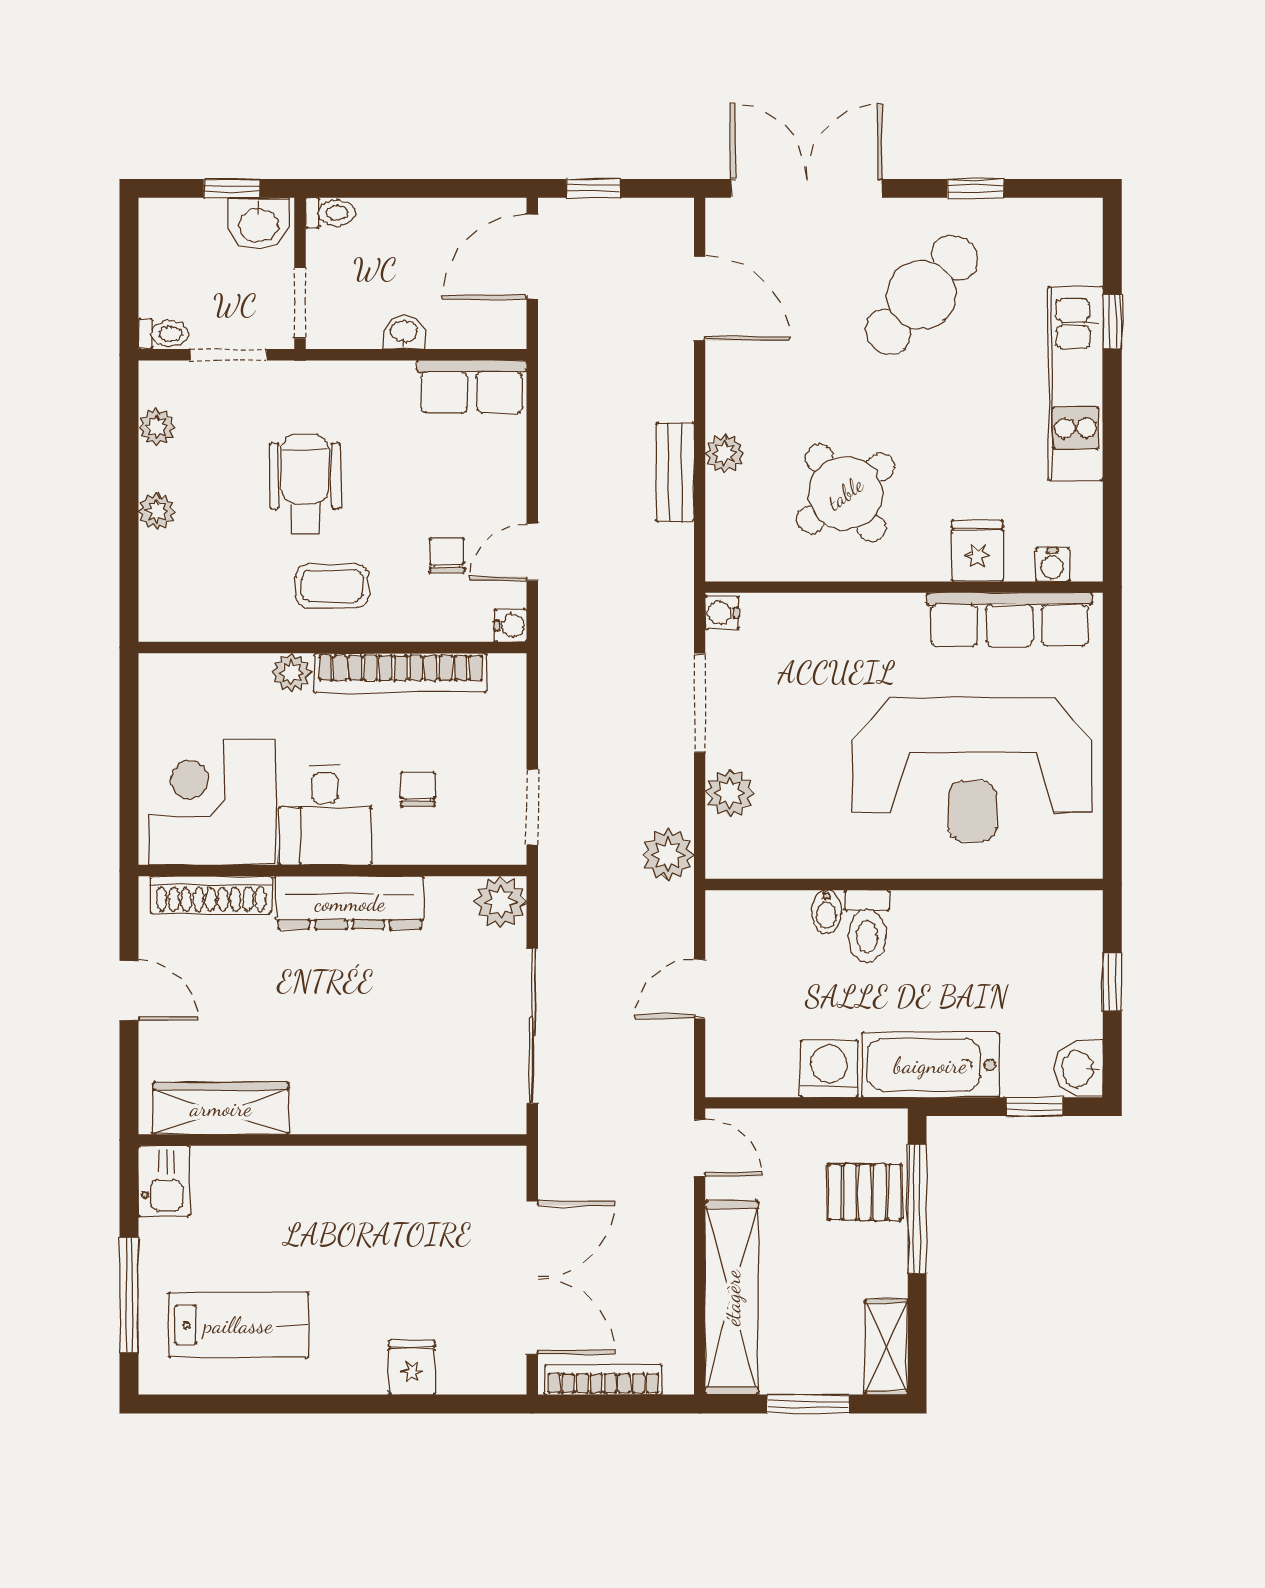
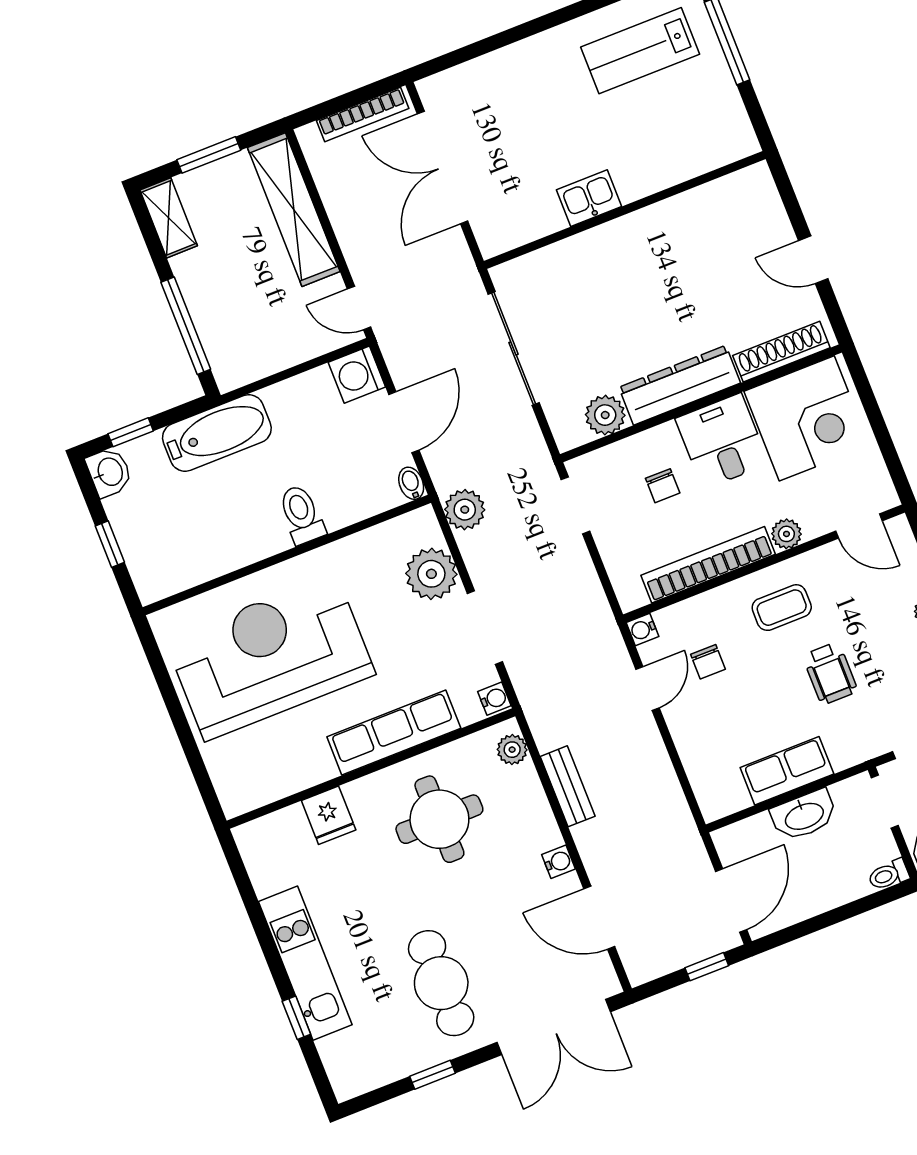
cafe table: (921, 295) -> (441, 983), turned -42
washbasin: (404, 332) -> (804, 815), width x1.91, depth x1.45
row of seats: (472, 387) -> (787, 771), moved
plant: (725, 454) -> (512, 750), moved
wheelchair: (305, 484) -> (830, 673), width x0.73, depth x0.73
round table: (845, 493) -> (439, 819), turned 37
water cooler: (1052, 565) -> (559, 862), moved, turned 90
row of seats: (1010, 619) -> (394, 733), moved
door: (200, 647) -> (859, 526), added
plant: (730, 793) -> (431, 574), width x1.36, depth x1.36
plant: (501, 902) -> (605, 415), moved
bidet: (826, 912) -> (411, 483), moved
door: (700, 989) -> (404, 422), width x1.38
washing machine: (829, 1069) -> (357, 375), moved, turned 90
wardrobe: (221, 1108) -> (714, 201), removed
kitchen sink: (164, 1181) -> (589, 198), moved, turned 90
pallet: (865, 1192) -> (228, 323), removed
fridge: (412, 1367) -> (504, 69), removed

